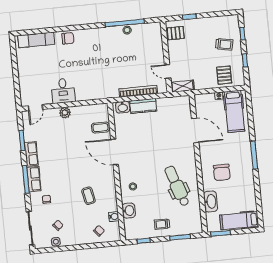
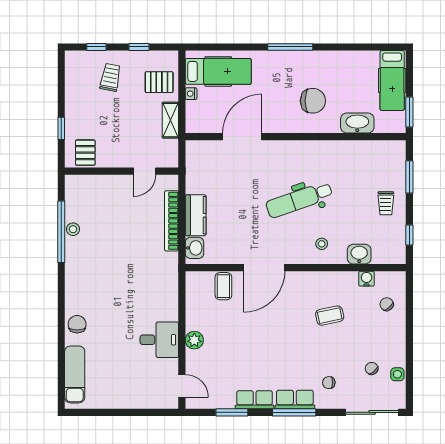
shelving: (183, 86) -> (170, 120), moved
dental chair: (177, 186) -> (299, 200), moved

